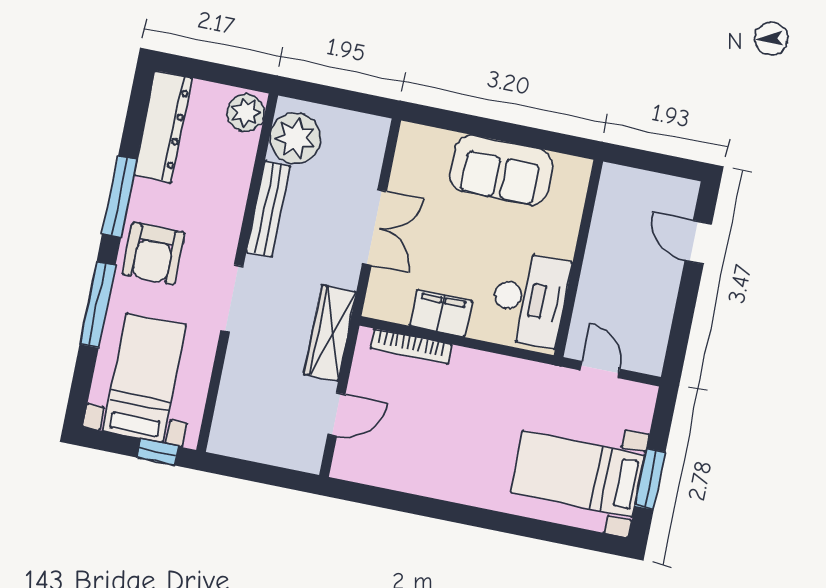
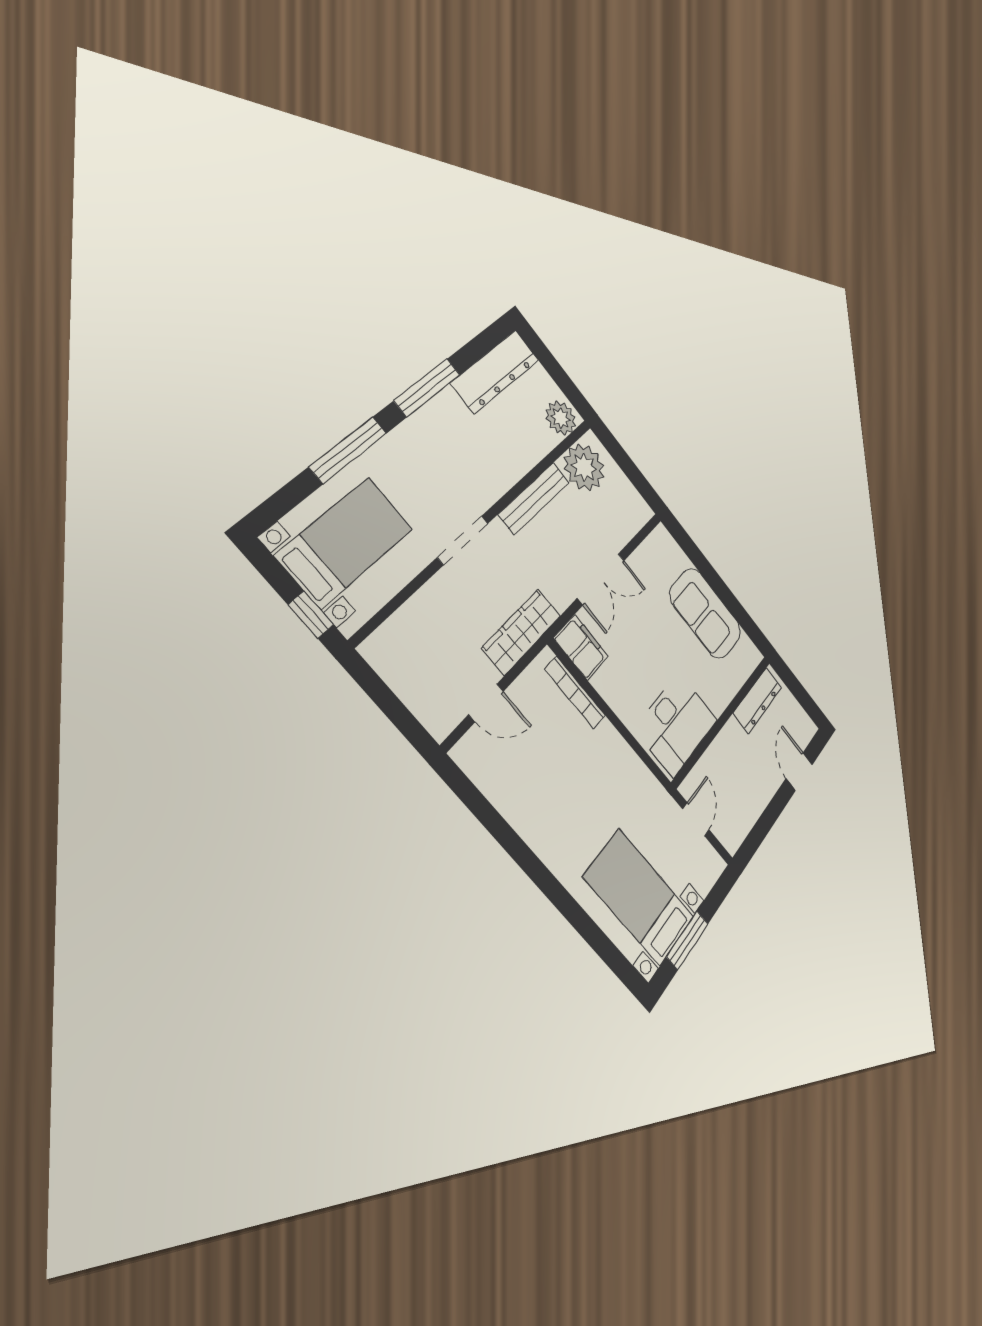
dresser: (609, 209) -> (757, 700), added
armchair: (154, 253) -> (424, 452), removed
filing cabinet: (441, 313) -> (581, 647), moved

